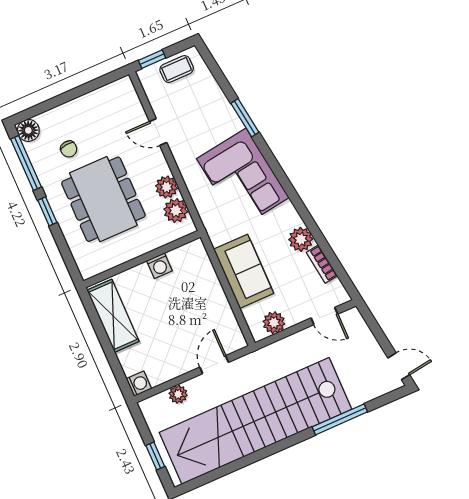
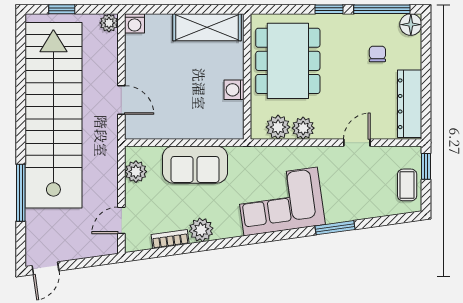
dresser: (101, 99) -> (410, 104), added
chair: (69, 149) -> (377, 54), turned 95
dining table: (103, 199) -> (288, 61), moved, turned 90
plant: (178, 394) -> (109, 23), moved

